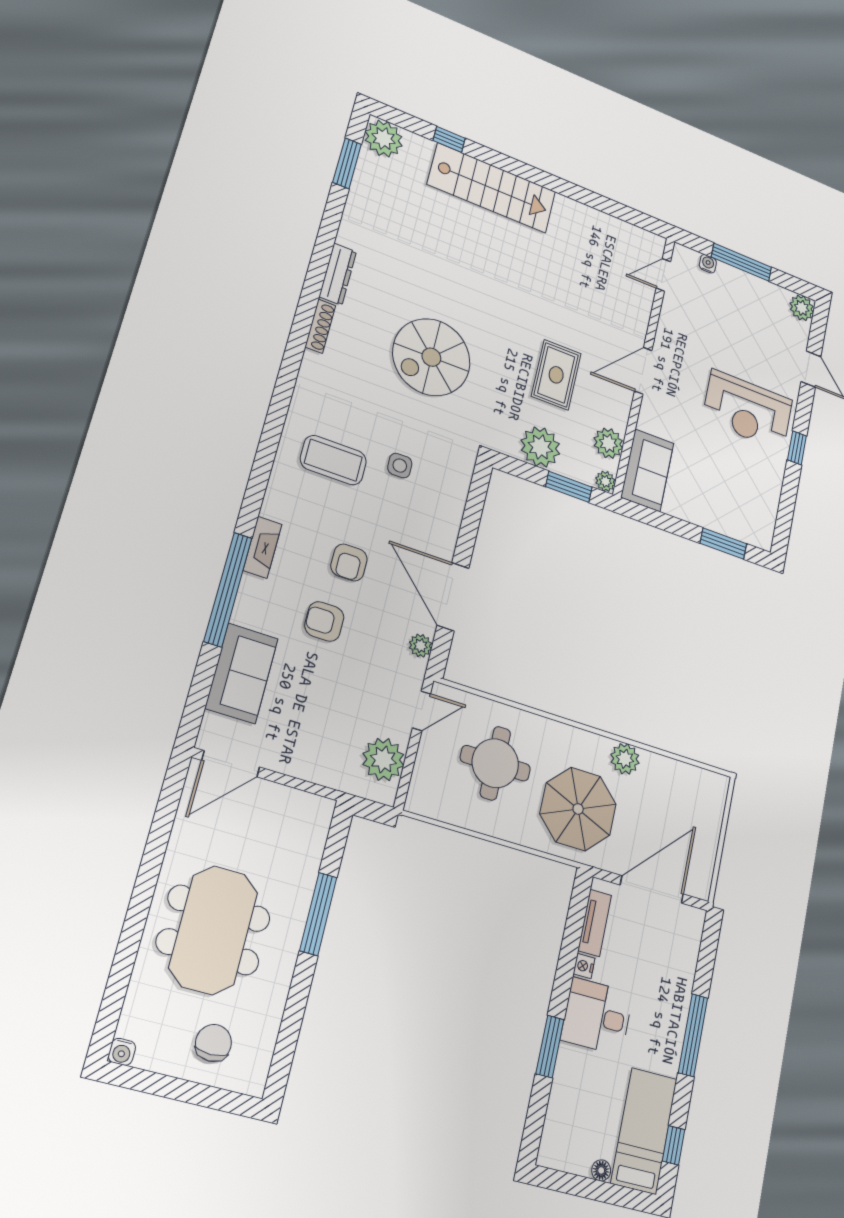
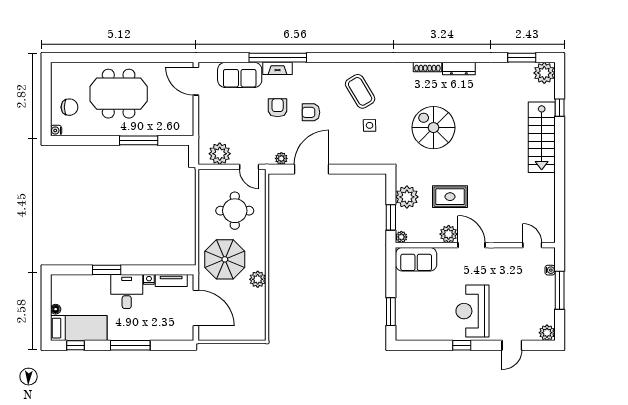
plant: (608, 443) -> (449, 234), moved
coffee table: (333, 460) -> (360, 91), turned -31
fireplace: (262, 547) -> (278, 68), moved
water cooler: (122, 1052) -> (56, 130), moved

